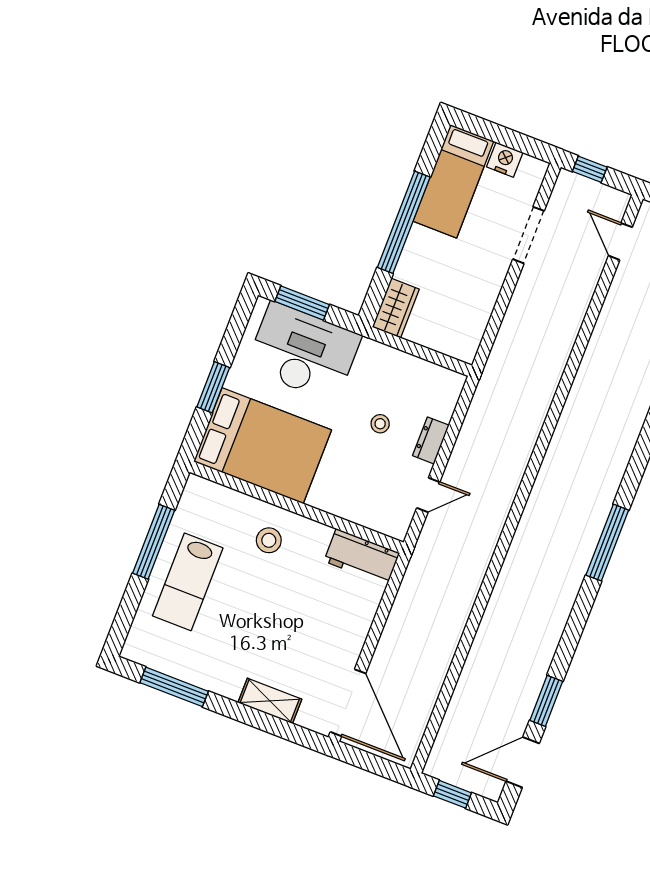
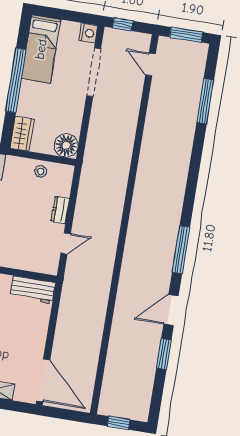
nightstand: (505, 160) -> (88, 33), moved, turned 90
doorway: (528, 235) -> (94, 72), width x1.36
floor lamp: (461, 341) -> (66, 145), added
stool: (380, 424) -> (41, 171), moved
door: (523, 762) -> (171, 310), moved

